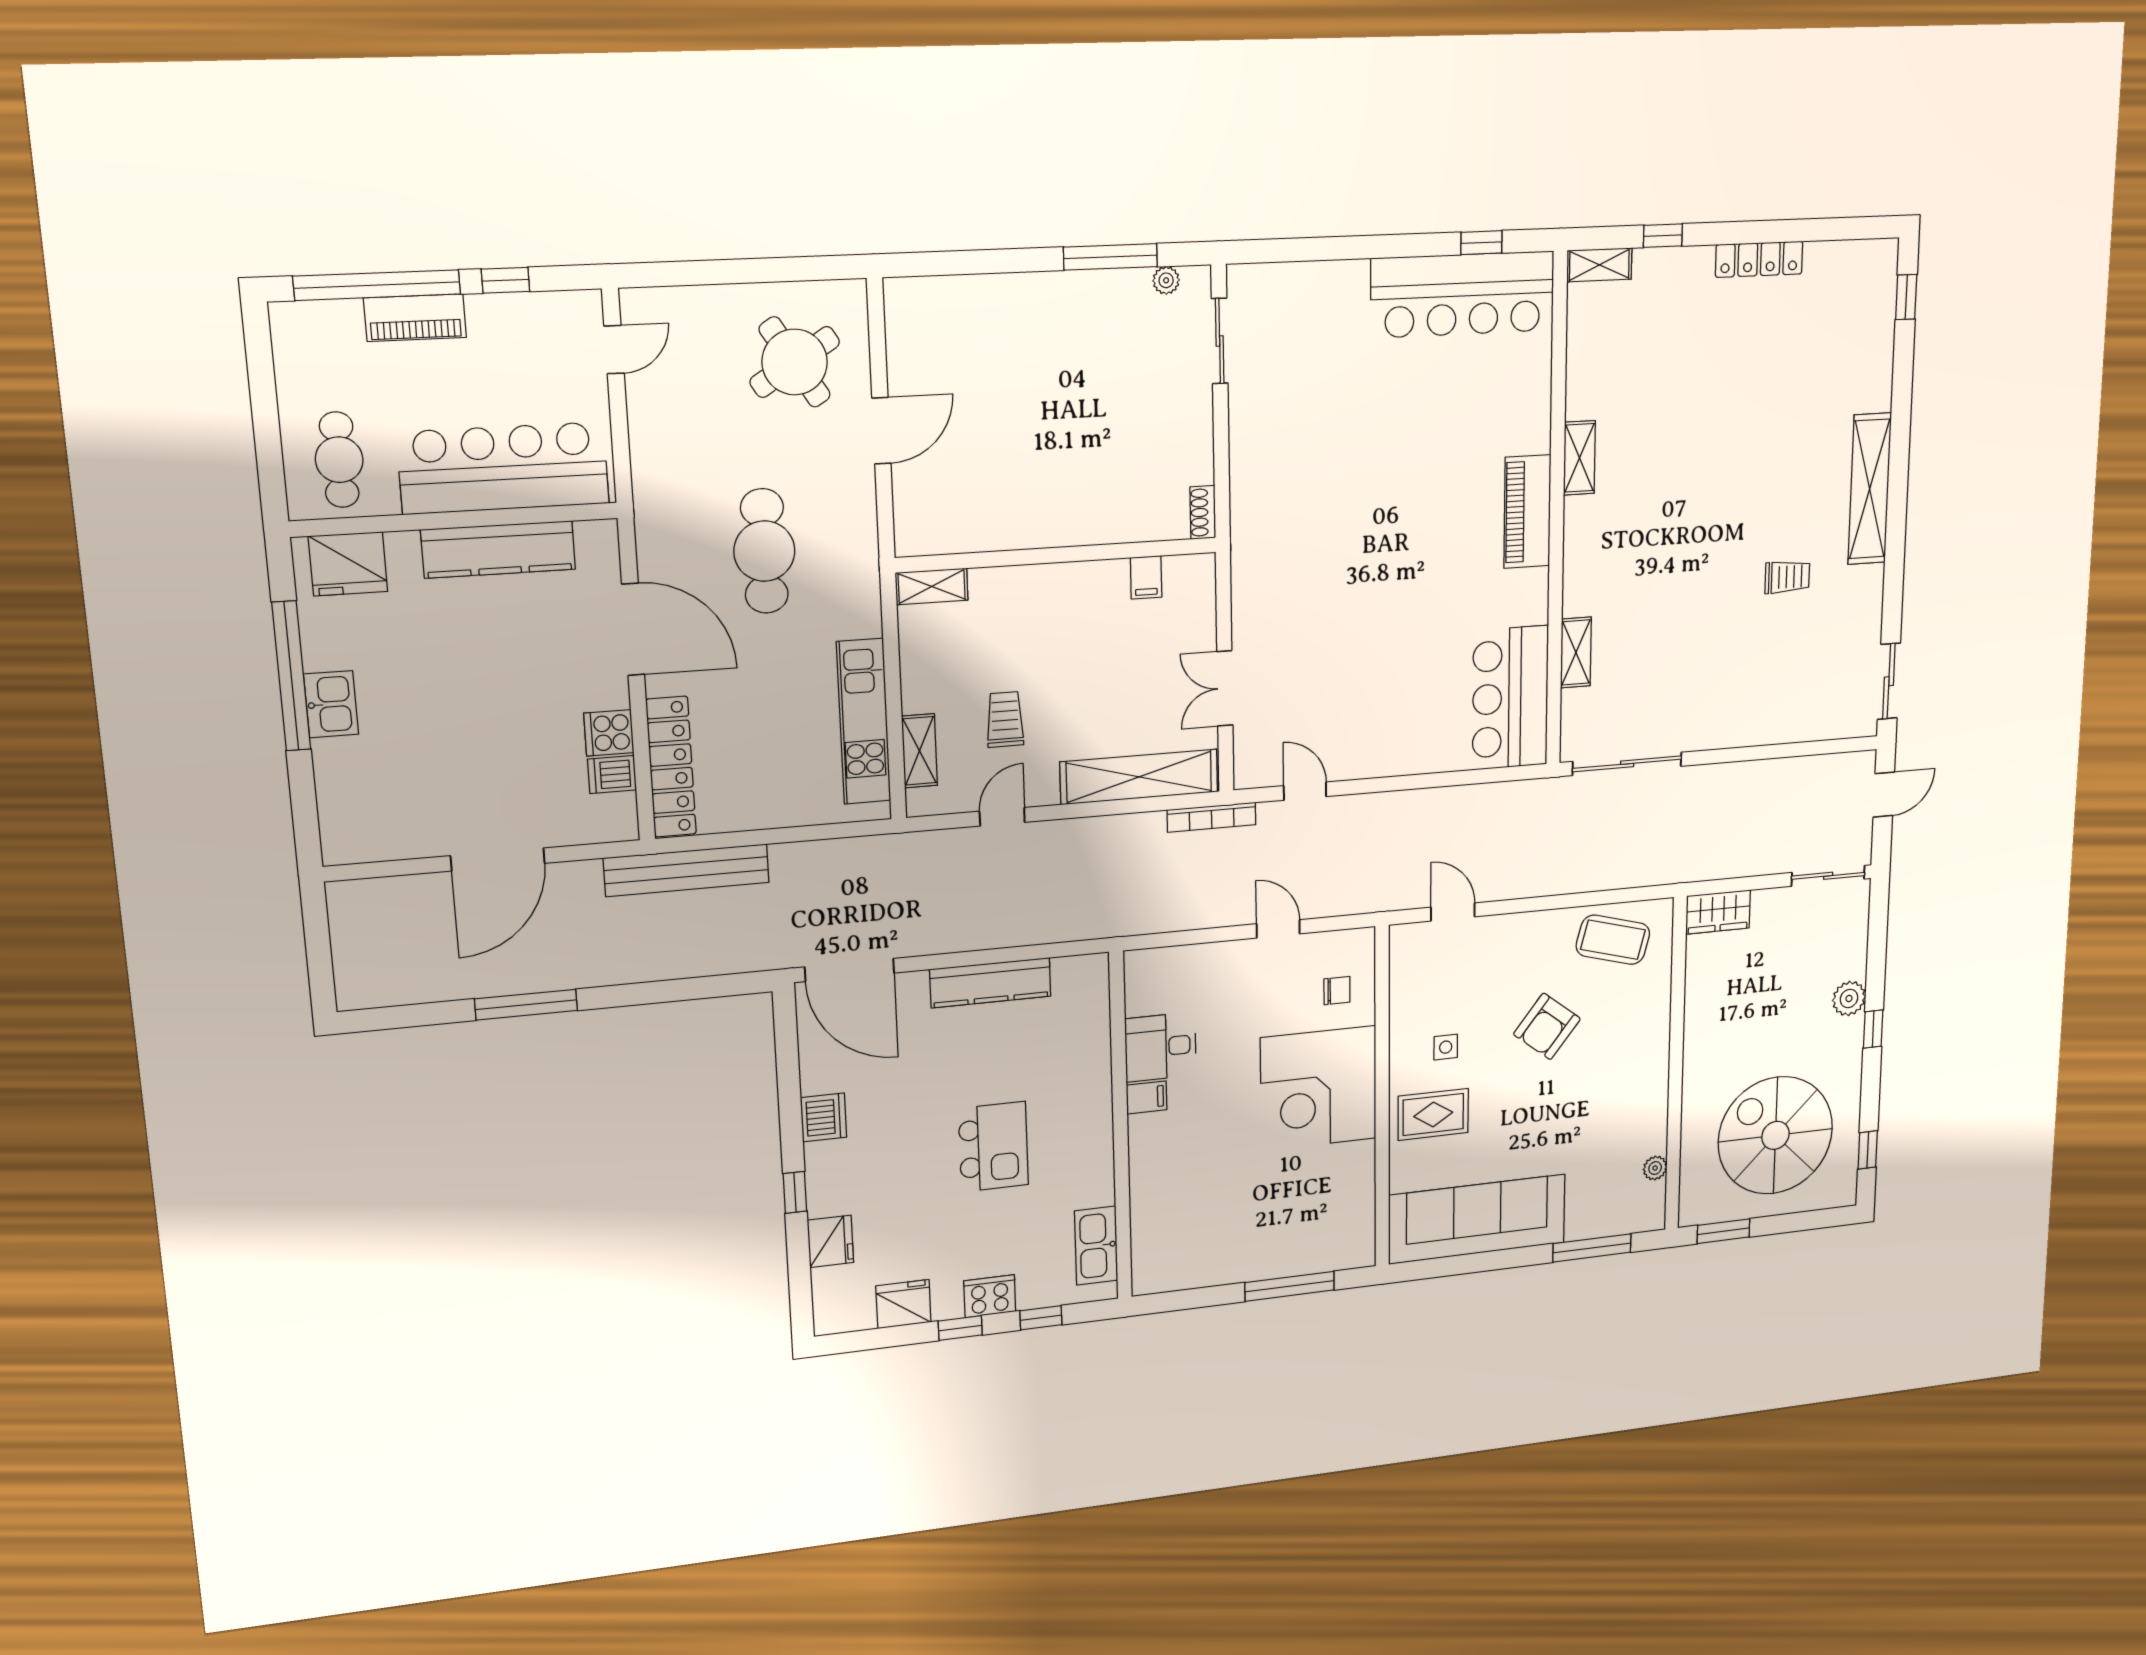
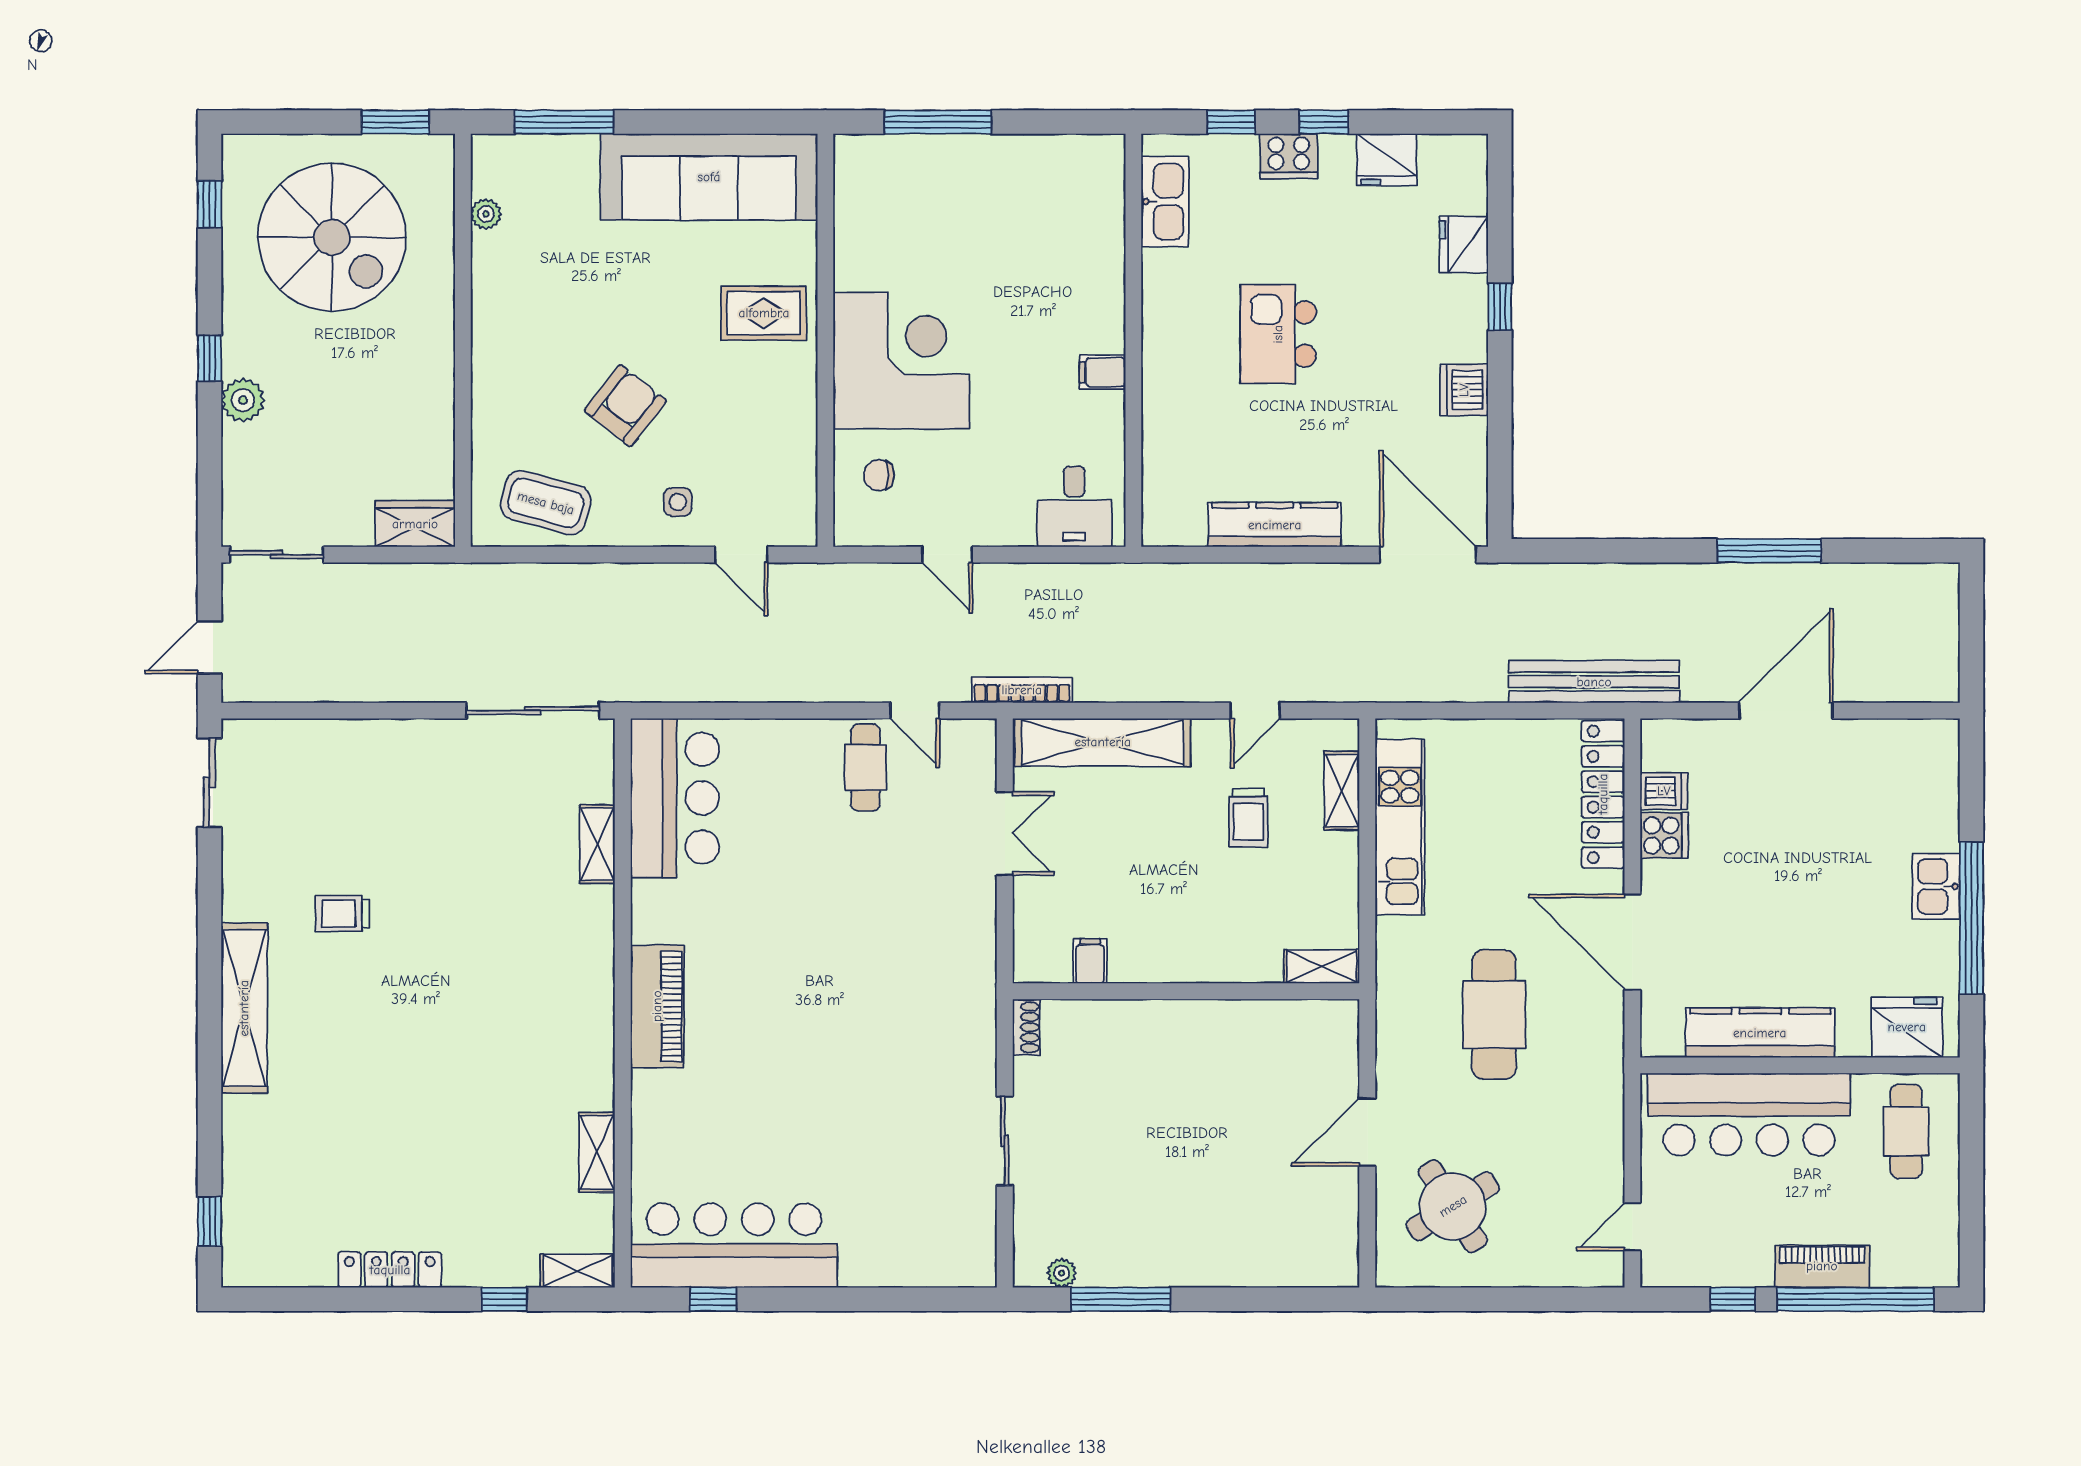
sliding door: (1220, 341) -> (1005, 1141), moved
shelving: (1579, 458) -> (597, 1152), moved
cafe table: (1347, 738) -> (866, 767), added
desk: (1161, 1047) -> (1074, 507), moved, turned 90
side table: (1446, 1047) -> (678, 502), moved

